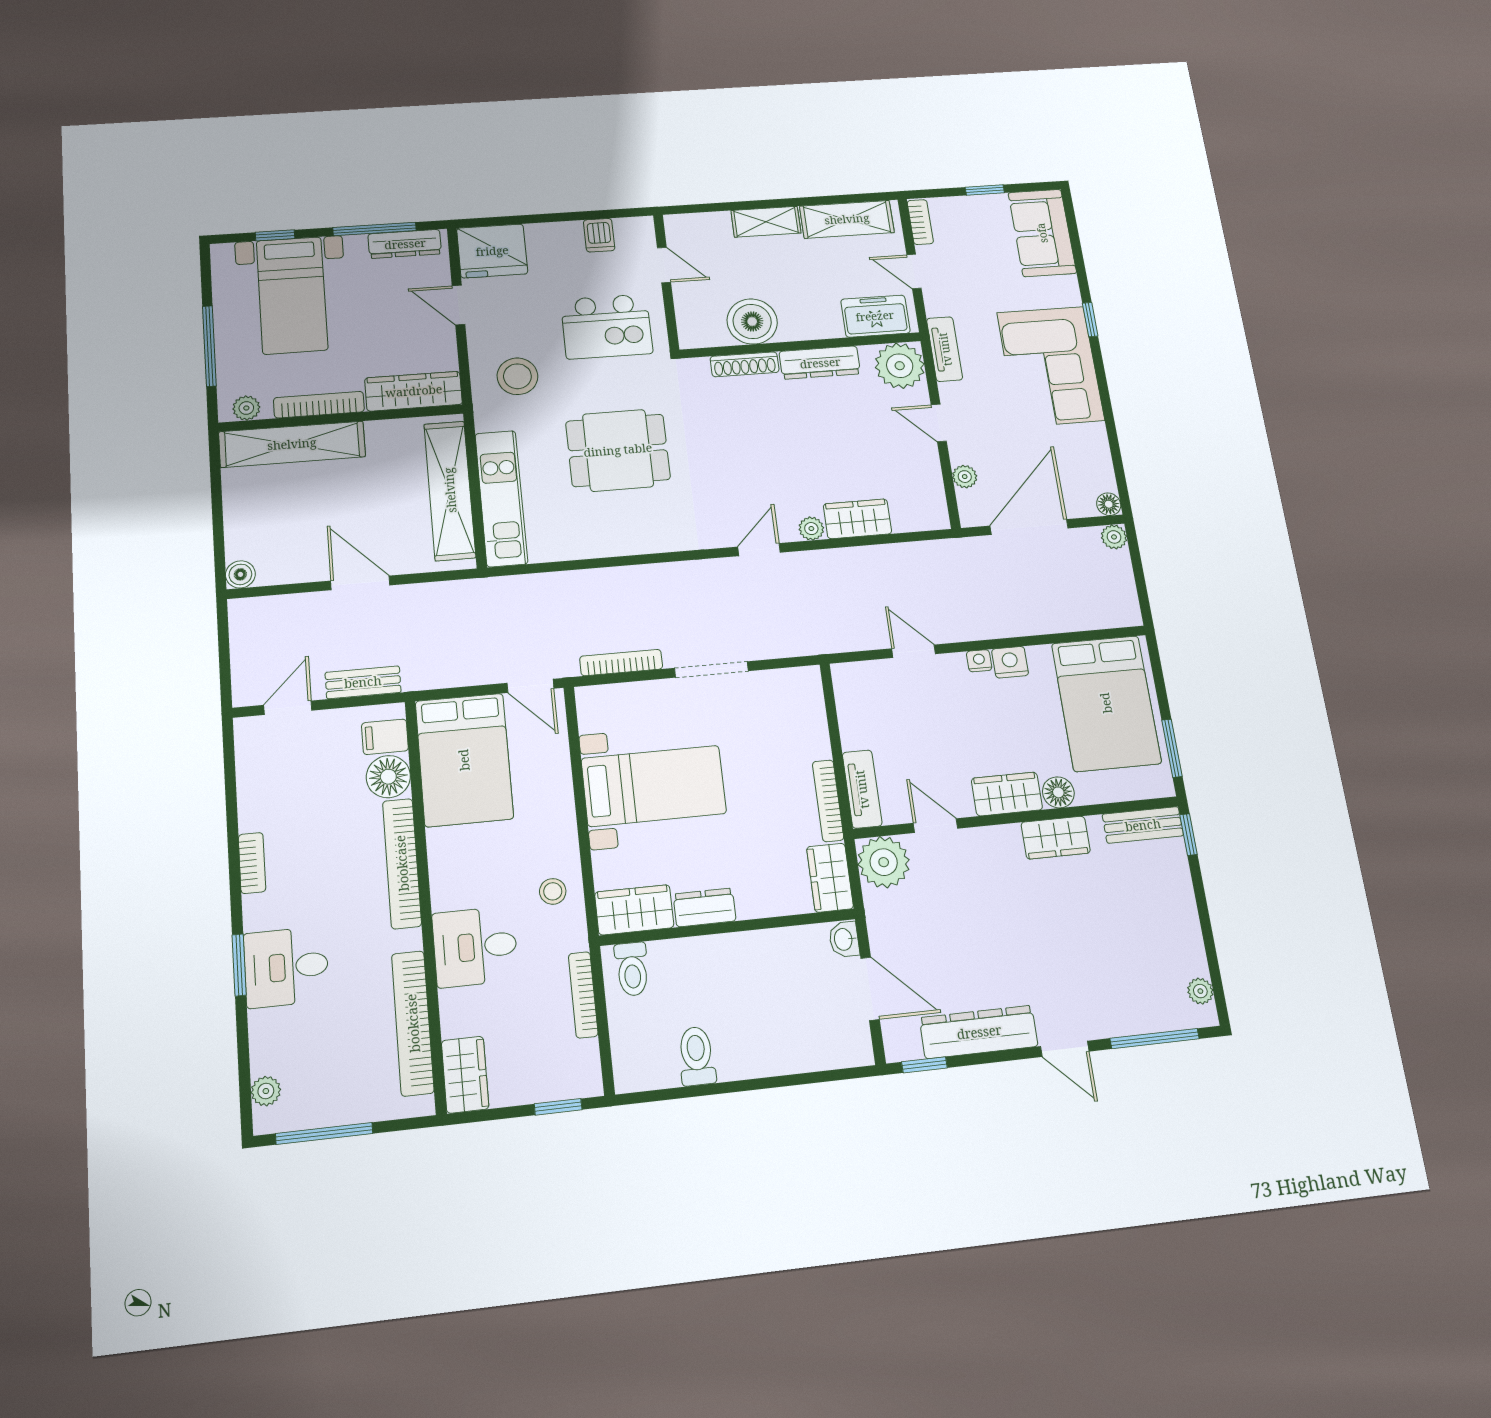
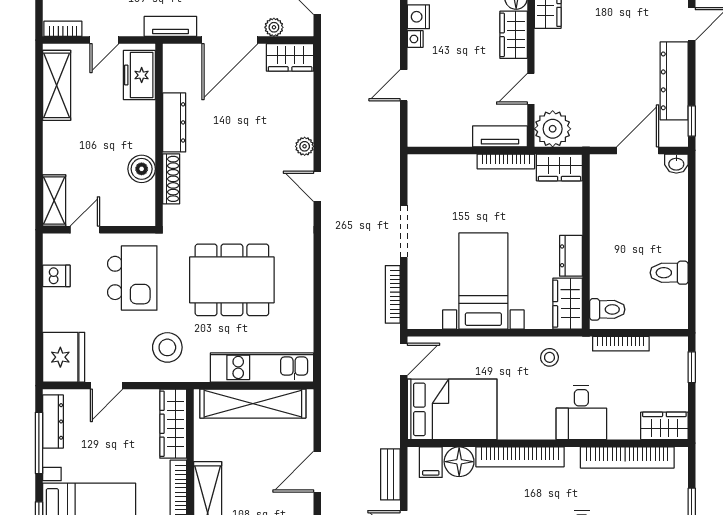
shelving: (766, 222) -> (54, 200), moved
boiler: (752, 321) -> (142, 169), width x0.73, depth x0.73
plant: (900, 366) -> (181, 63), removed
door: (939, 423) -> (230, 40), width x1.88
dining table: (618, 450) -> (232, 280), width x1.38
wardrobe: (857, 519) -> (290, 57), moved, turned -90
washbasin: (844, 939) -> (676, 164), moved

